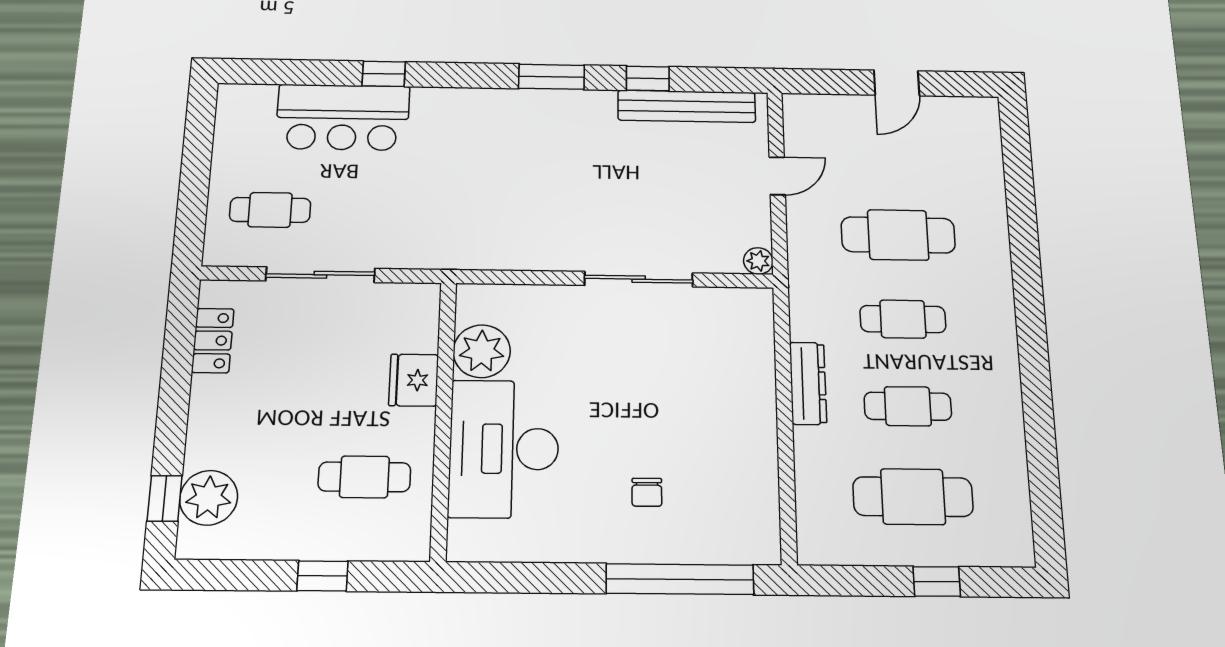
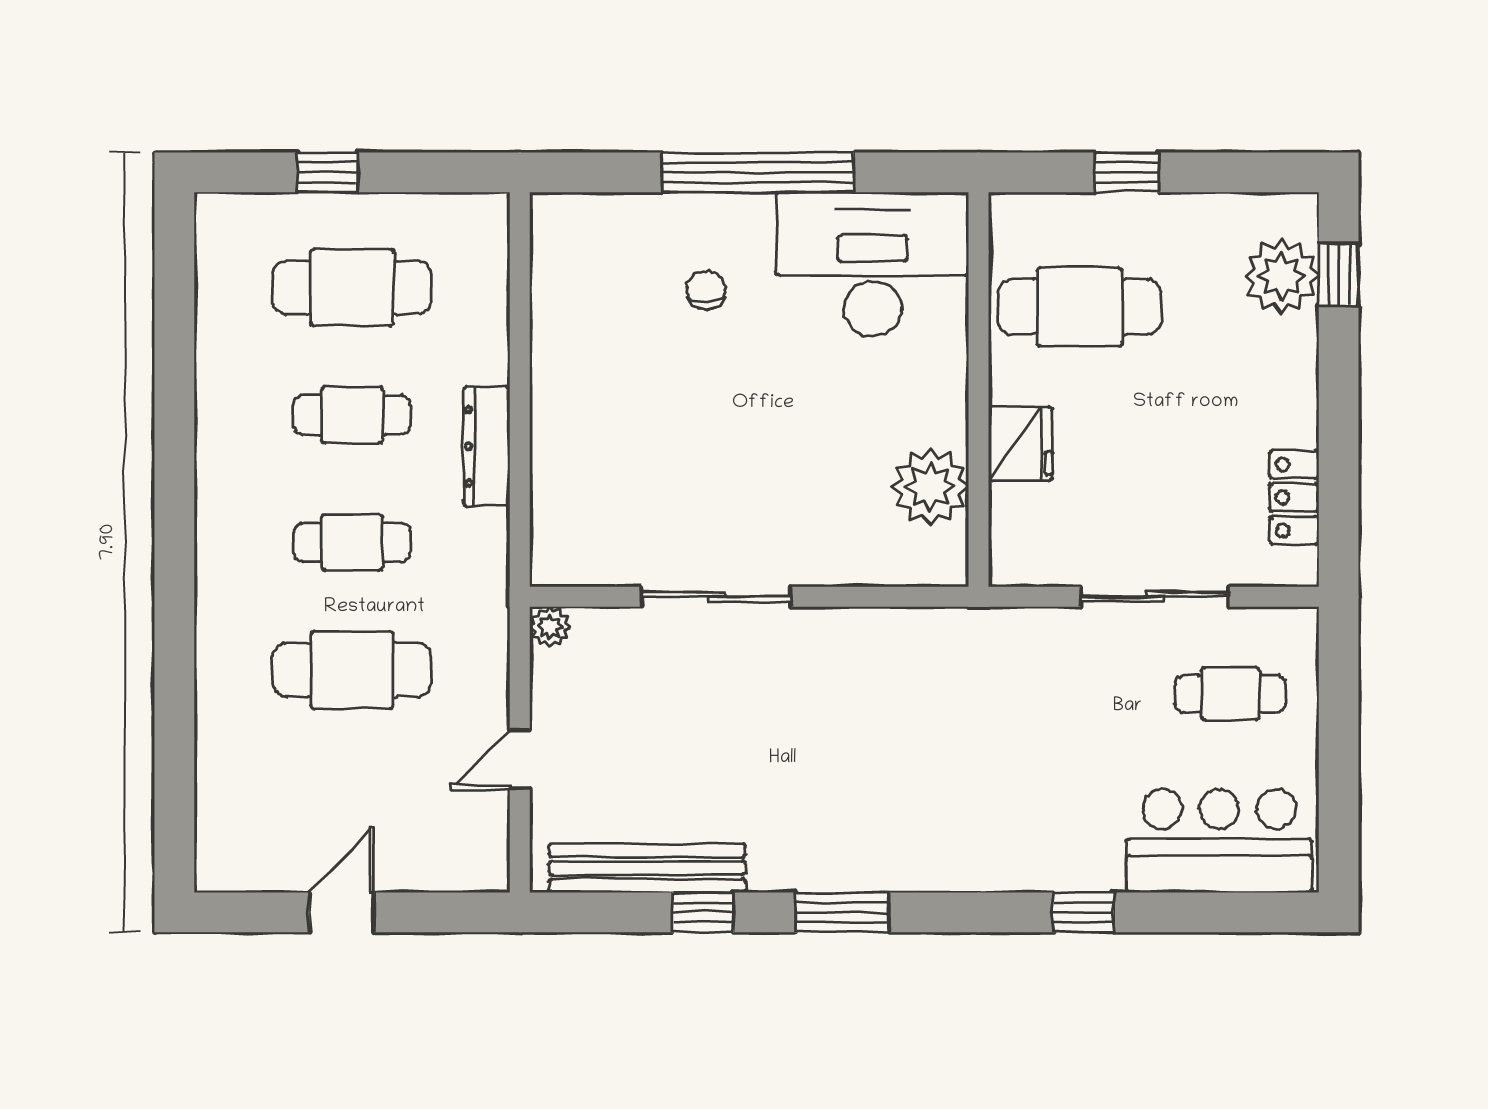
bar counter: (343, 117) -> (1219, 841), moved
desk: (504, 449) -> (872, 264), moved, turned -90
cafe table: (364, 477) -> (1080, 307), width x1.37, depth x1.35
window: (680, 579) -> (758, 172), moved

